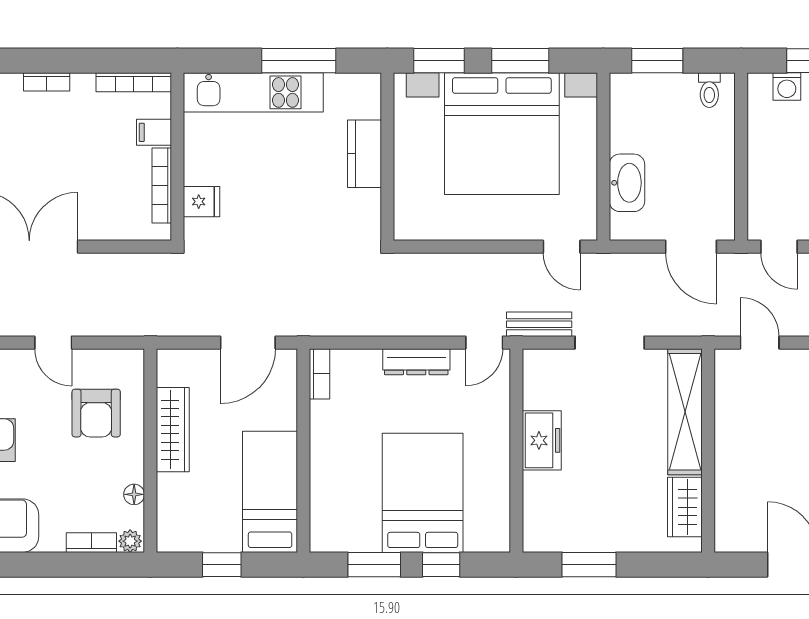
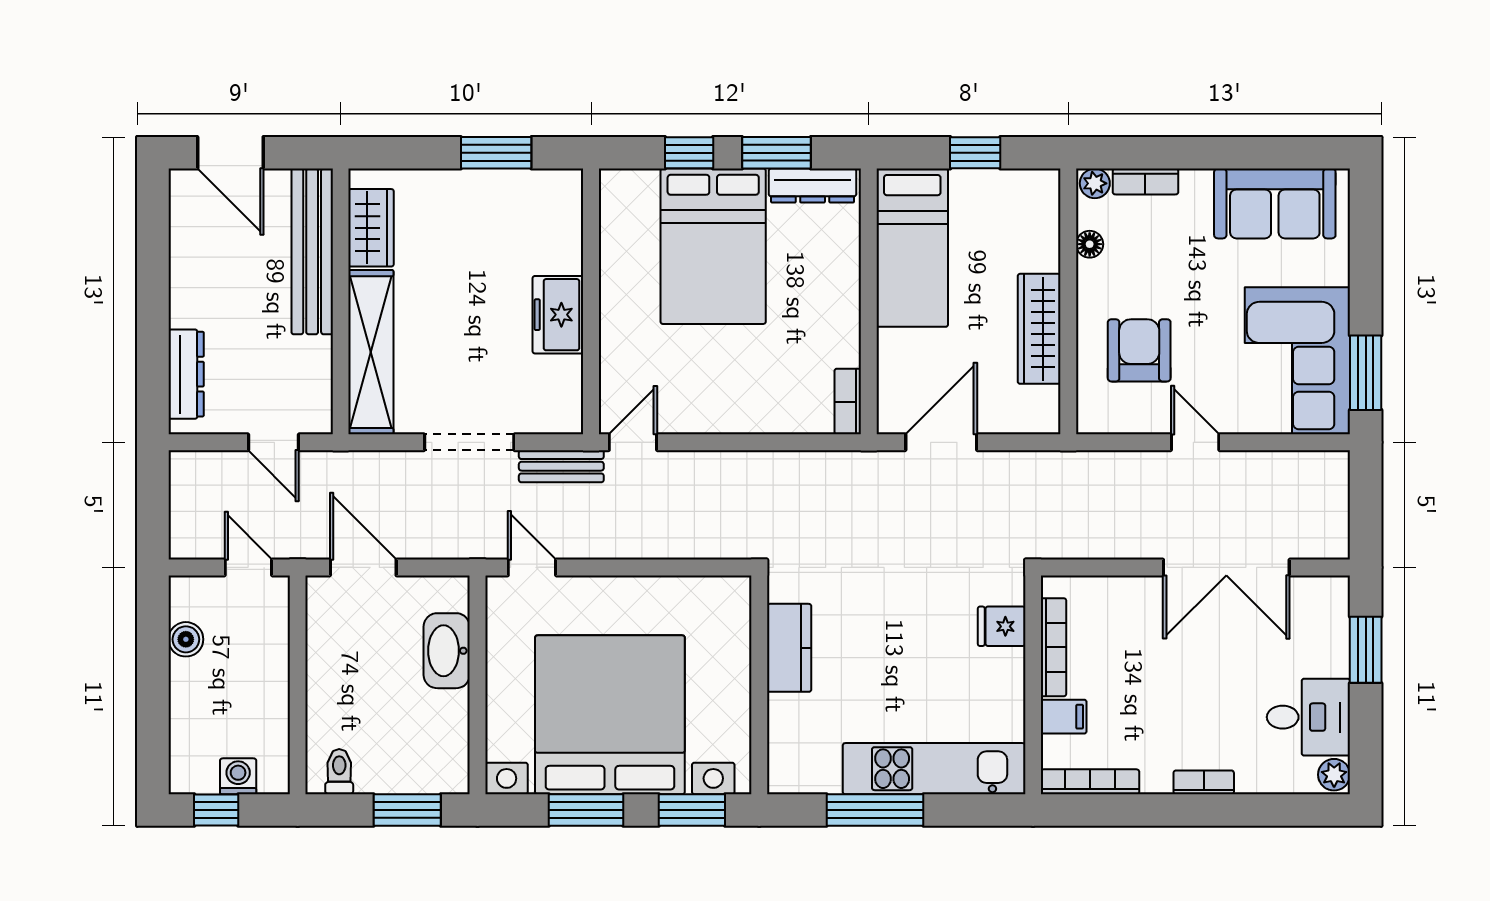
kitchen counter: (364, 154) -> (789, 648), moved
dresser: (416, 362) -> (813, 186), moved, turned 180
bench: (730, 489) -> (312, 251), added

